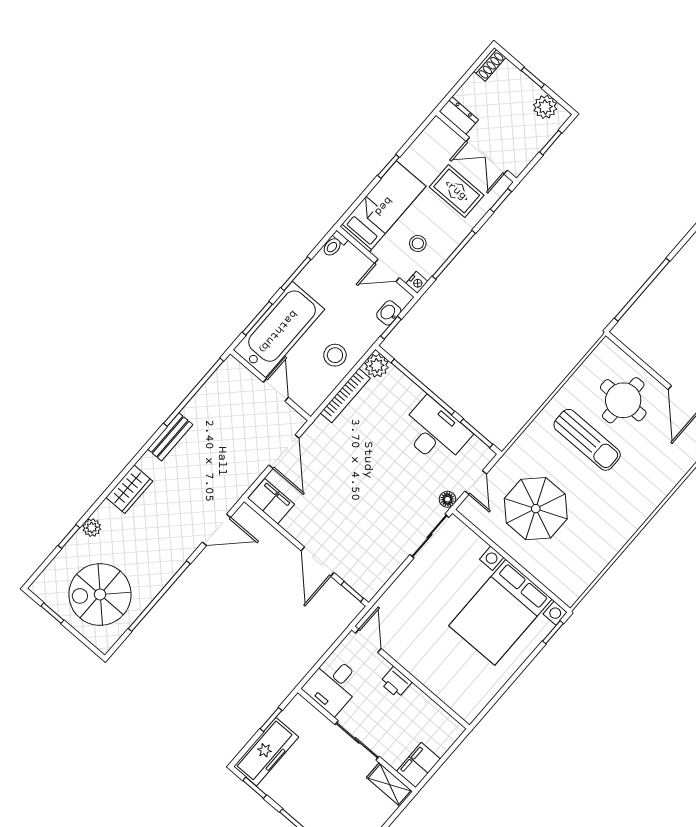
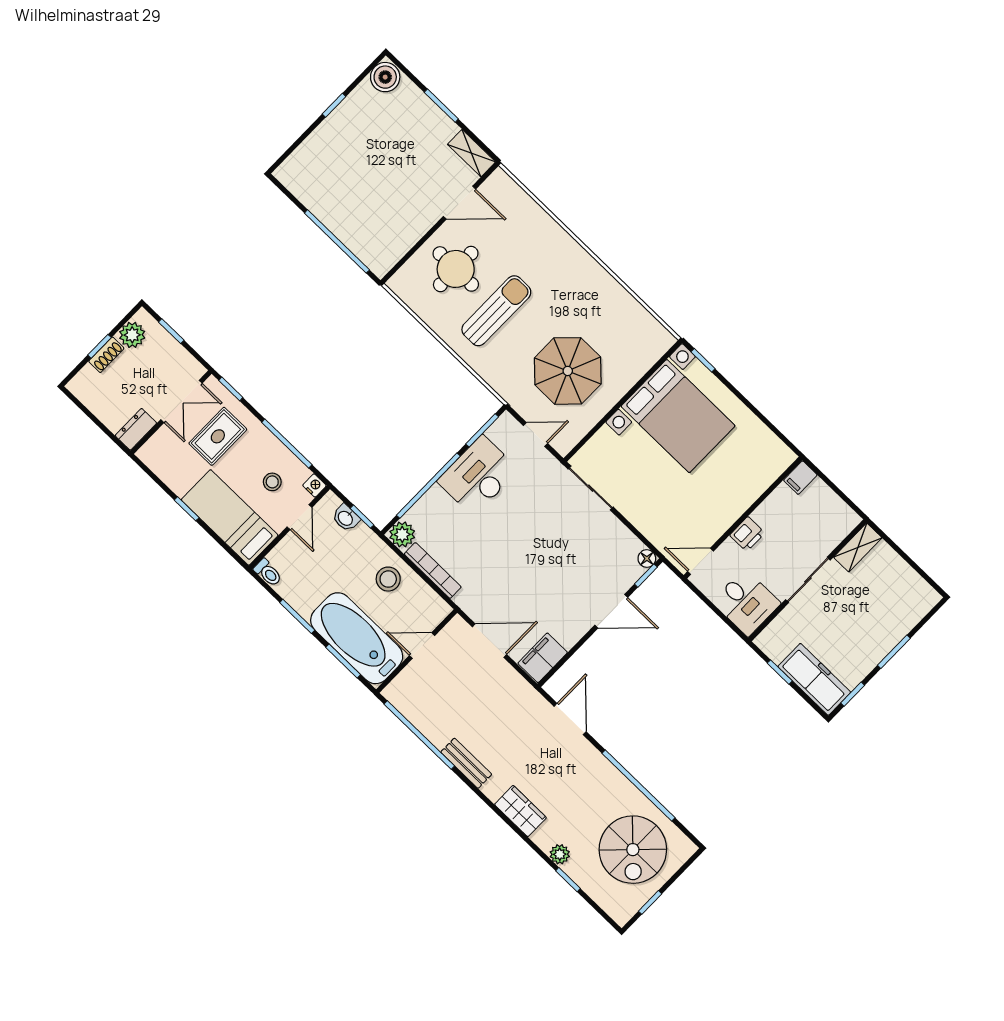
shoe rack: (490, 64) -> (106, 355), moved, turned 90
floor lamp: (447, 499) -> (647, 559), moved
filing cabinet: (418, 765) -> (800, 478), moved, width x0.50

